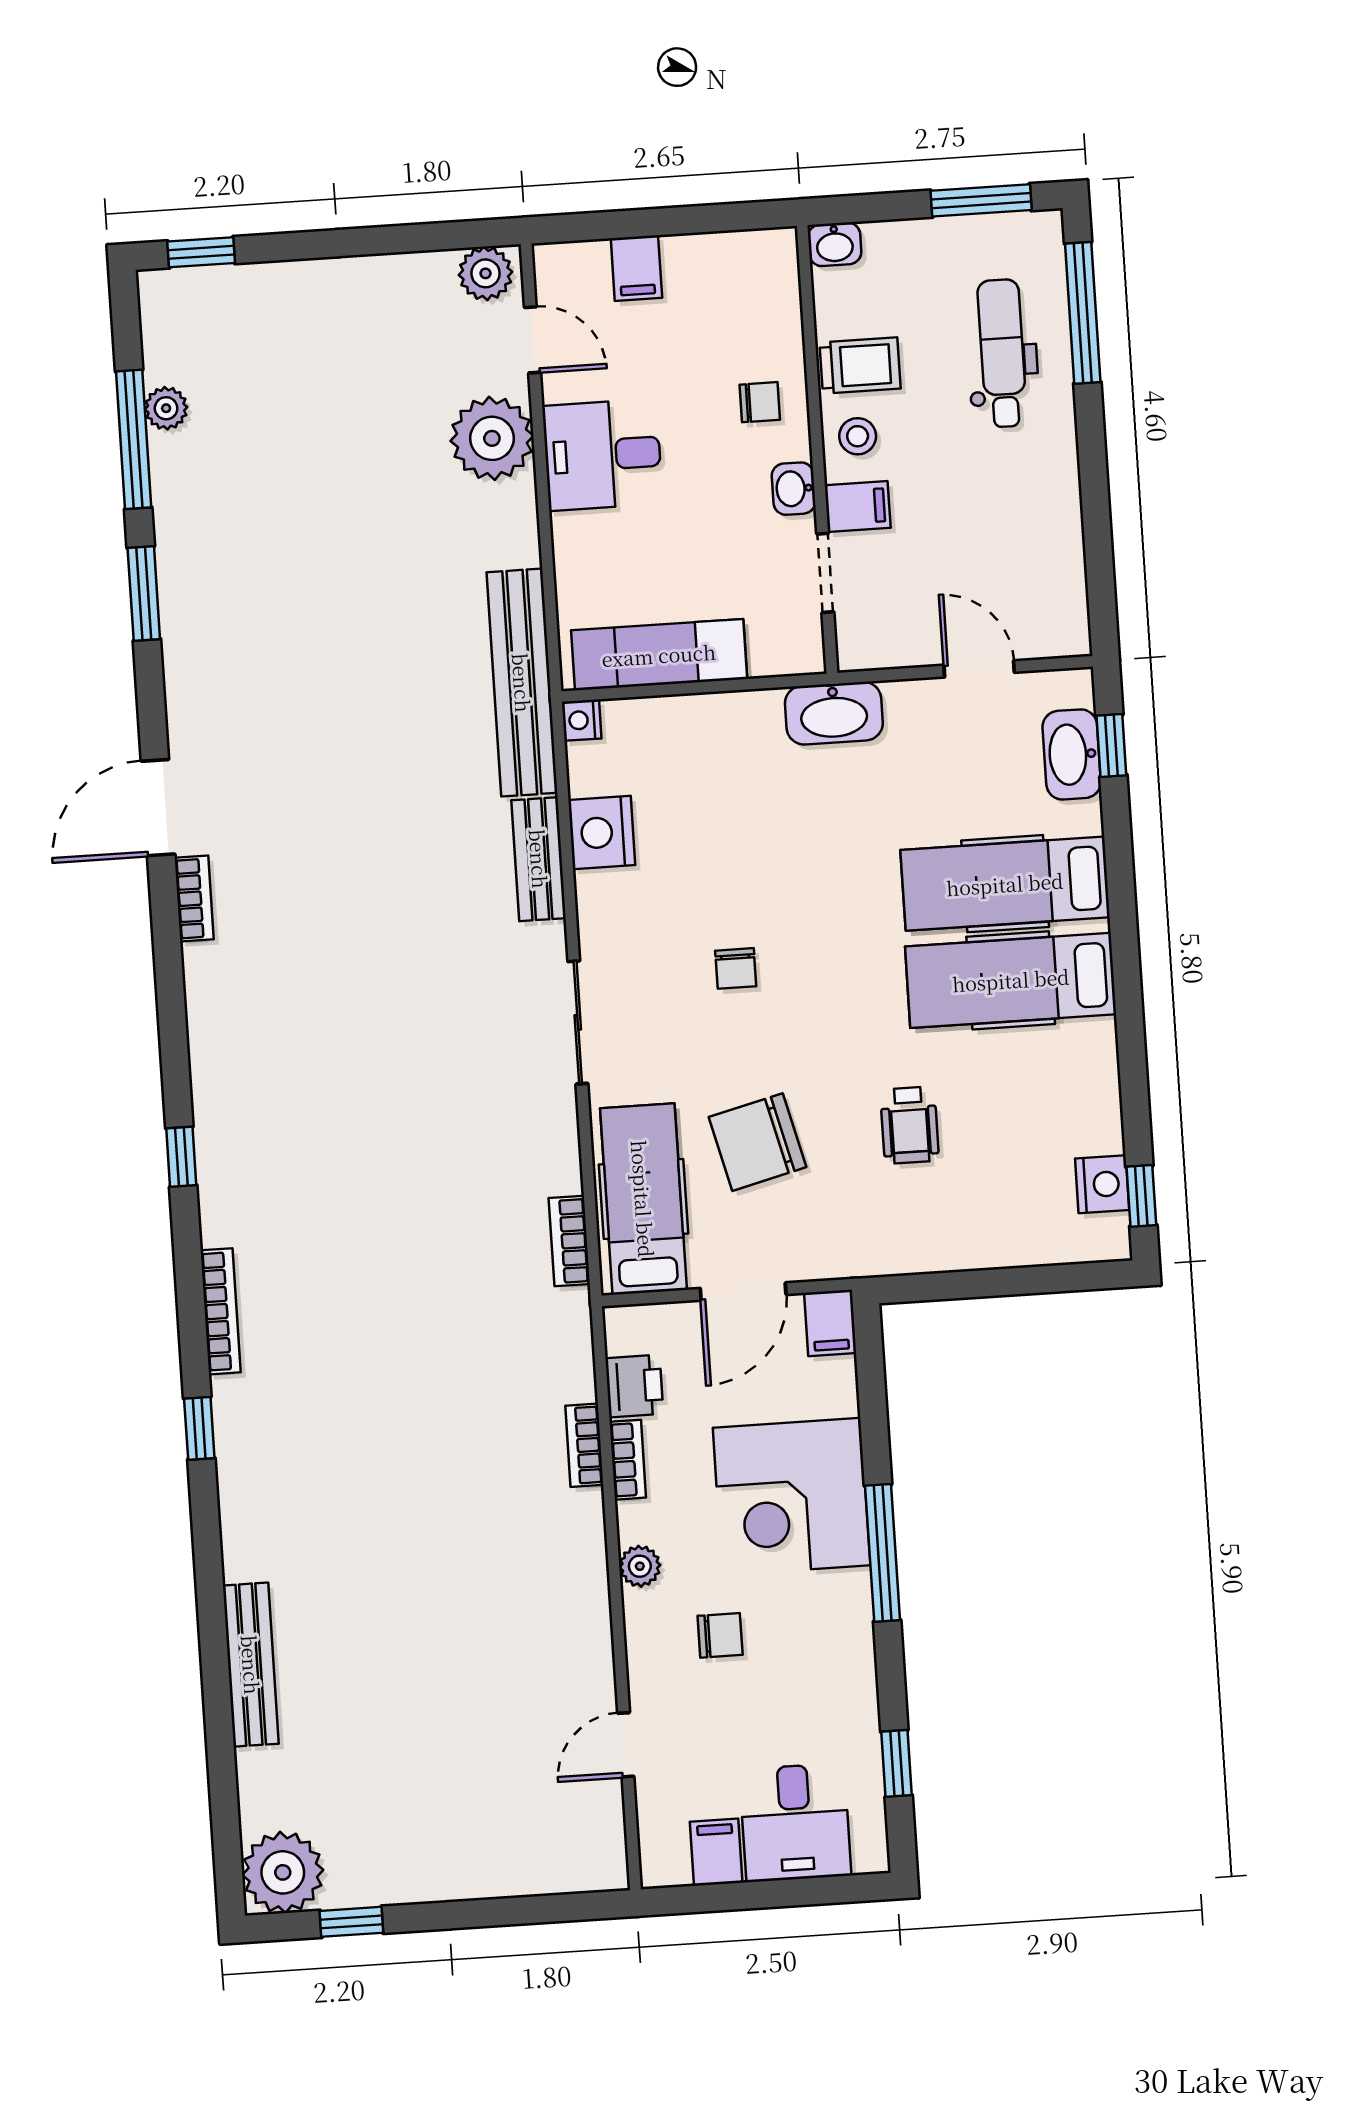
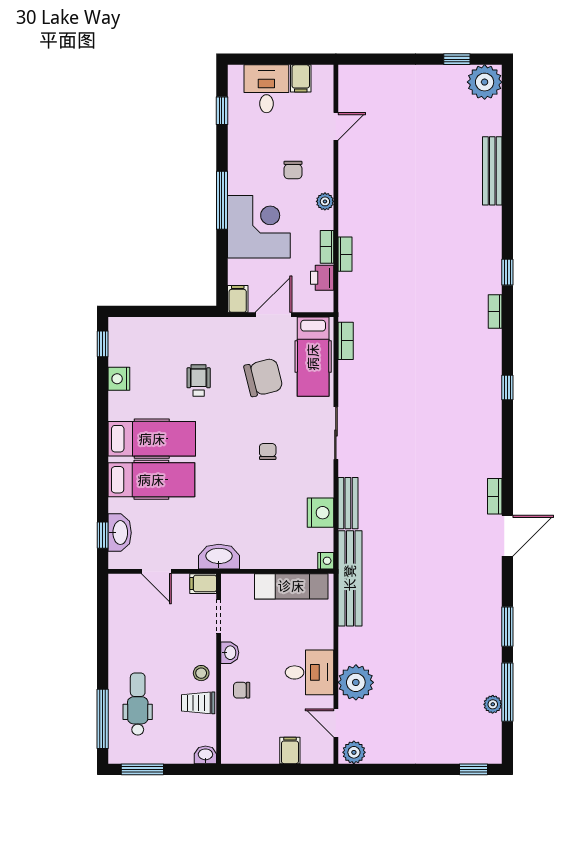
dental chair: (1002, 353) -> (138, 704), turned 180
filing cabinet: (858, 507) -> (203, 584), moved
nightstand: (1102, 1184) -> (119, 379), moved
bookcase: (221, 1311) -> (495, 311), width x0.64
chair: (720, 1635) -> (293, 170), turned -90

